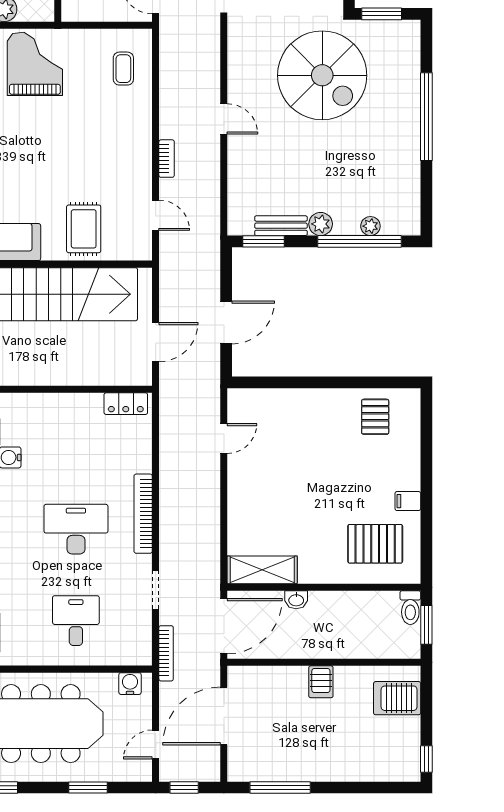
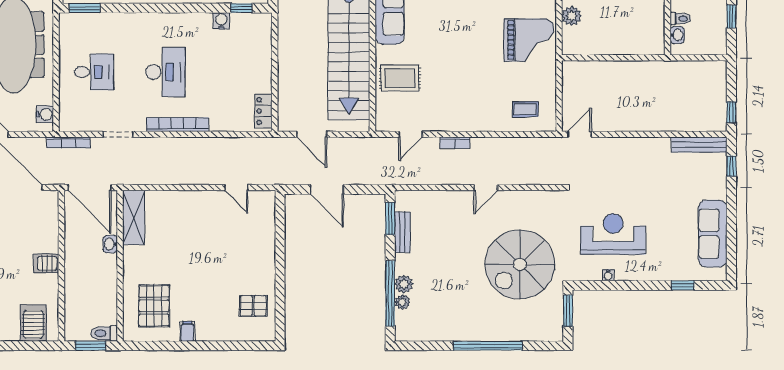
plant: (321, 224) -> (404, 284), moved

